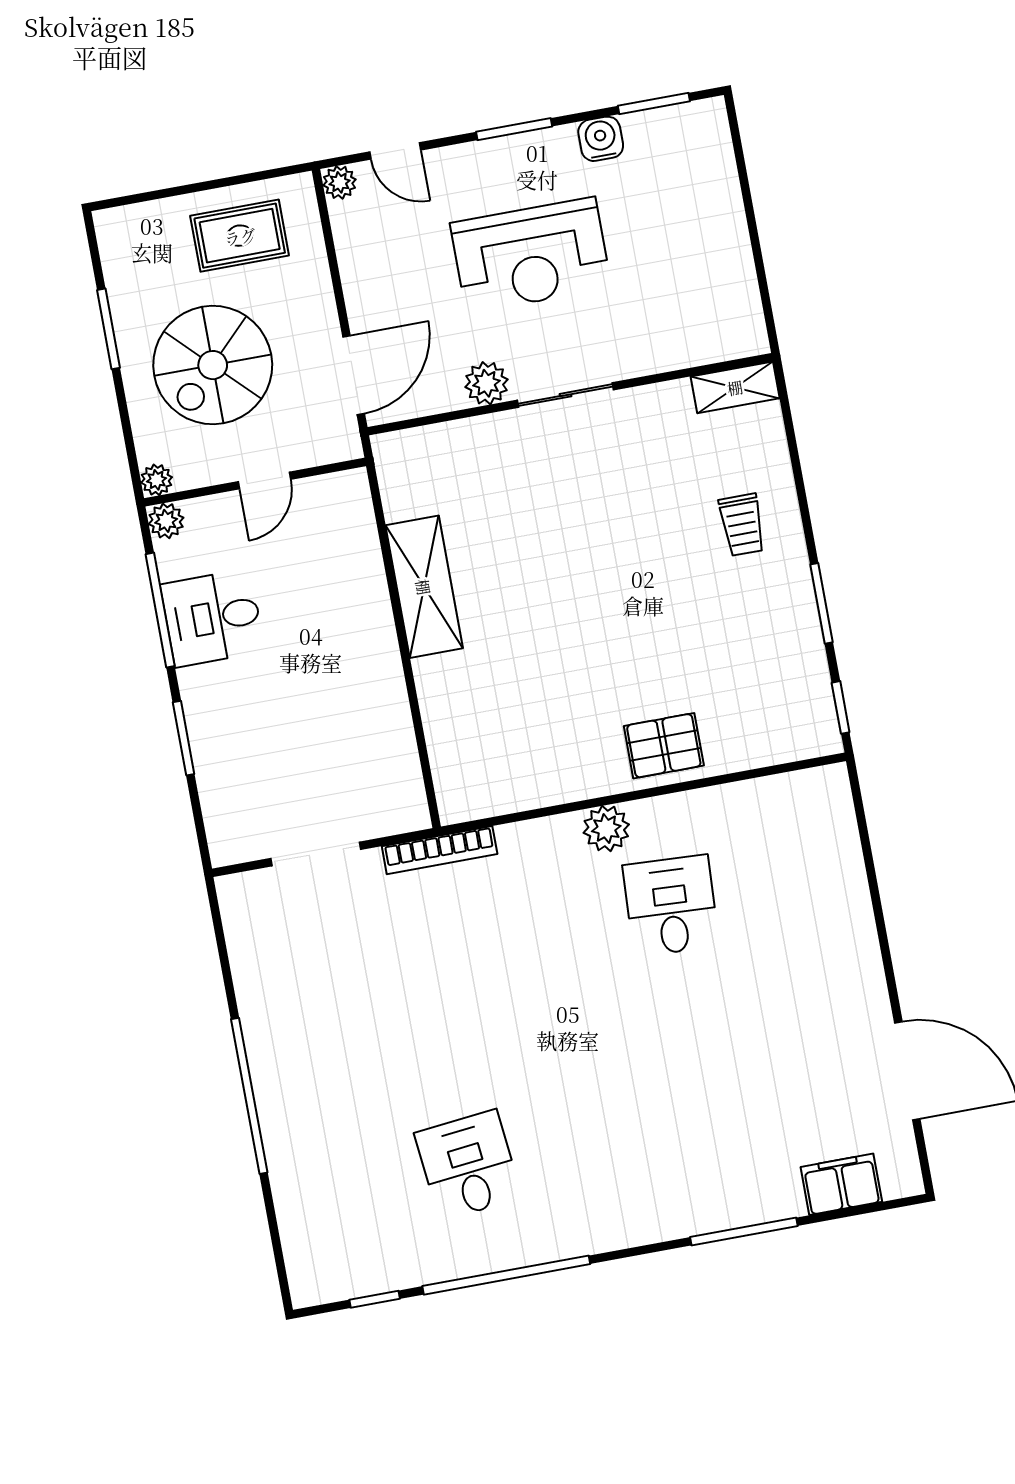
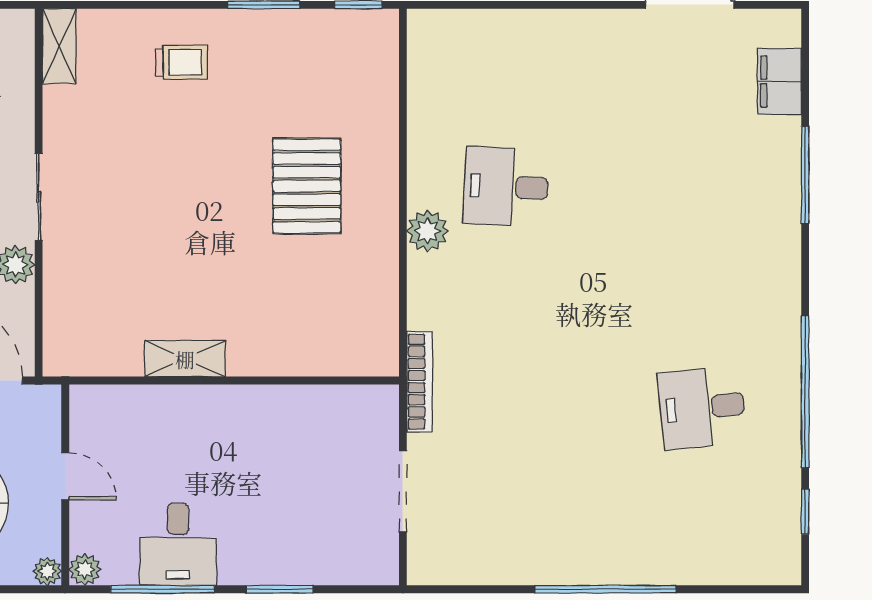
shelving: (424, 587) -> (185, 359), width x0.67, depth x0.75
pallet: (664, 746) -> (307, 186), moved, width x1.50, depth x1.42

